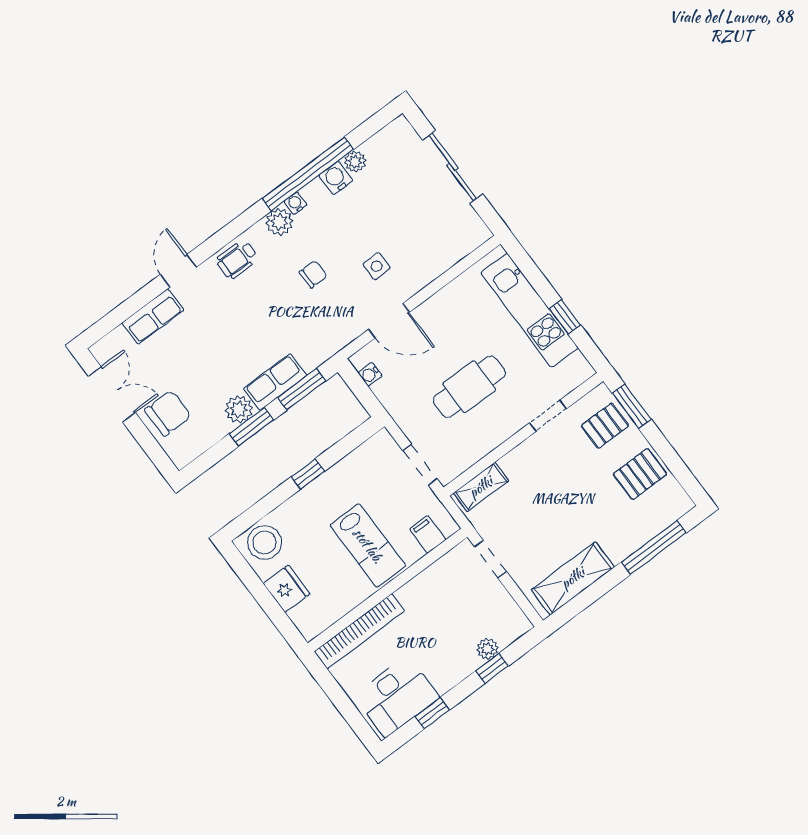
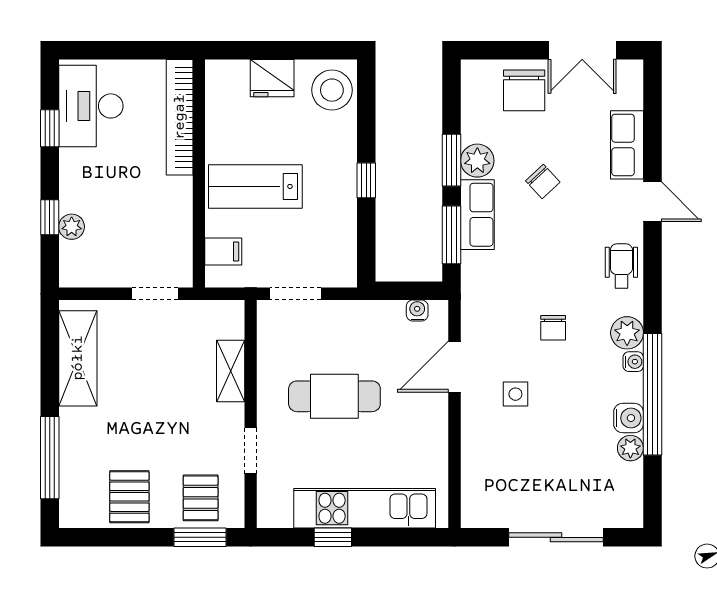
chair: (220, 355) -> (543, 181), added
cafe table: (469, 387) -> (334, 396), turned 90
shelving: (481, 487) -> (231, 371), moved

